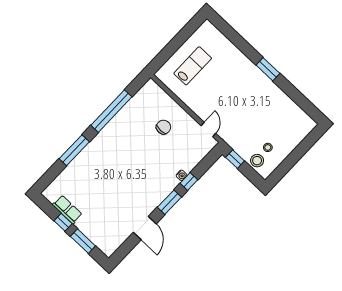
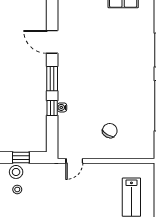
chair: (163, 127) -> (110, 131), turned -149
door: (208, 130) -> (74, 161), hinge flipped
window: (235, 159) -> (21, 157), moved

